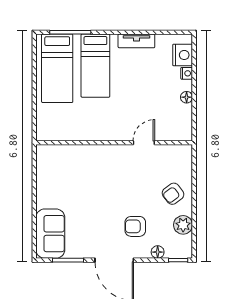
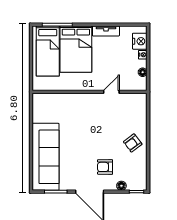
bed: (95, 66) -> (76, 49), width x1.50
wall: (114, 143) -> (90, 92), moved
door: (144, 143) -> (111, 92), moved
plant: (183, 225) -> (140, 166), removed
sofa: (50, 234) -> (46, 157), width x1.85, depth x1.27

